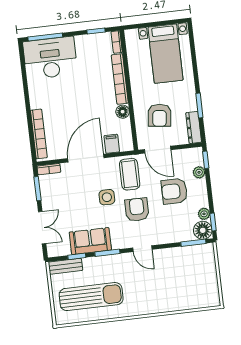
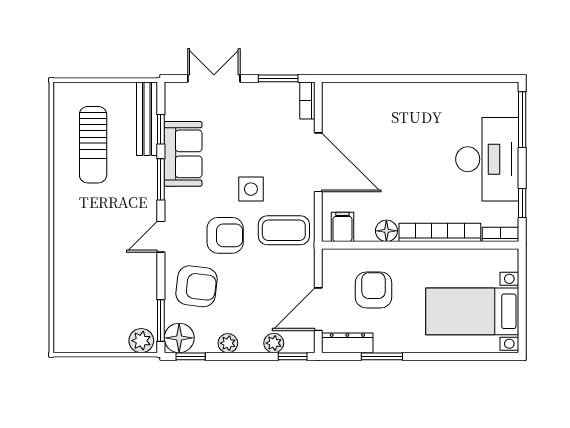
desk: (50, 58) -> (487, 159), moved
armchair: (160, 115) -> (373, 290), turned 83
bookcase: (39, 134) -> (366, 91), removed
filing cabinet: (112, 144) -> (342, 227), moved, turned -90
door: (158, 150) -> (318, 309), moved
armchair: (174, 191) -> (196, 286), moved, turned 97
plant: (204, 214) -> (228, 343), moved
double door: (42, 228) -> (214, 78), swing flipped
plant: (207, 253) -> (141, 341), added
bench: (65, 266) -> (147, 119), width x1.36
sun lounger: (91, 297) -> (93, 145), width x0.73, depth x0.75

